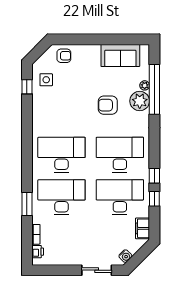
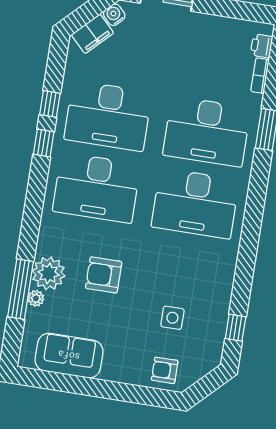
side table: (46, 80) -> (172, 318), moved
window: (154, 89) -> (21, 289), width x0.68
armchair: (108, 105) -> (104, 275), turned 180
filing cabinet: (143, 228) -> (93, 34), moved, turned 45

